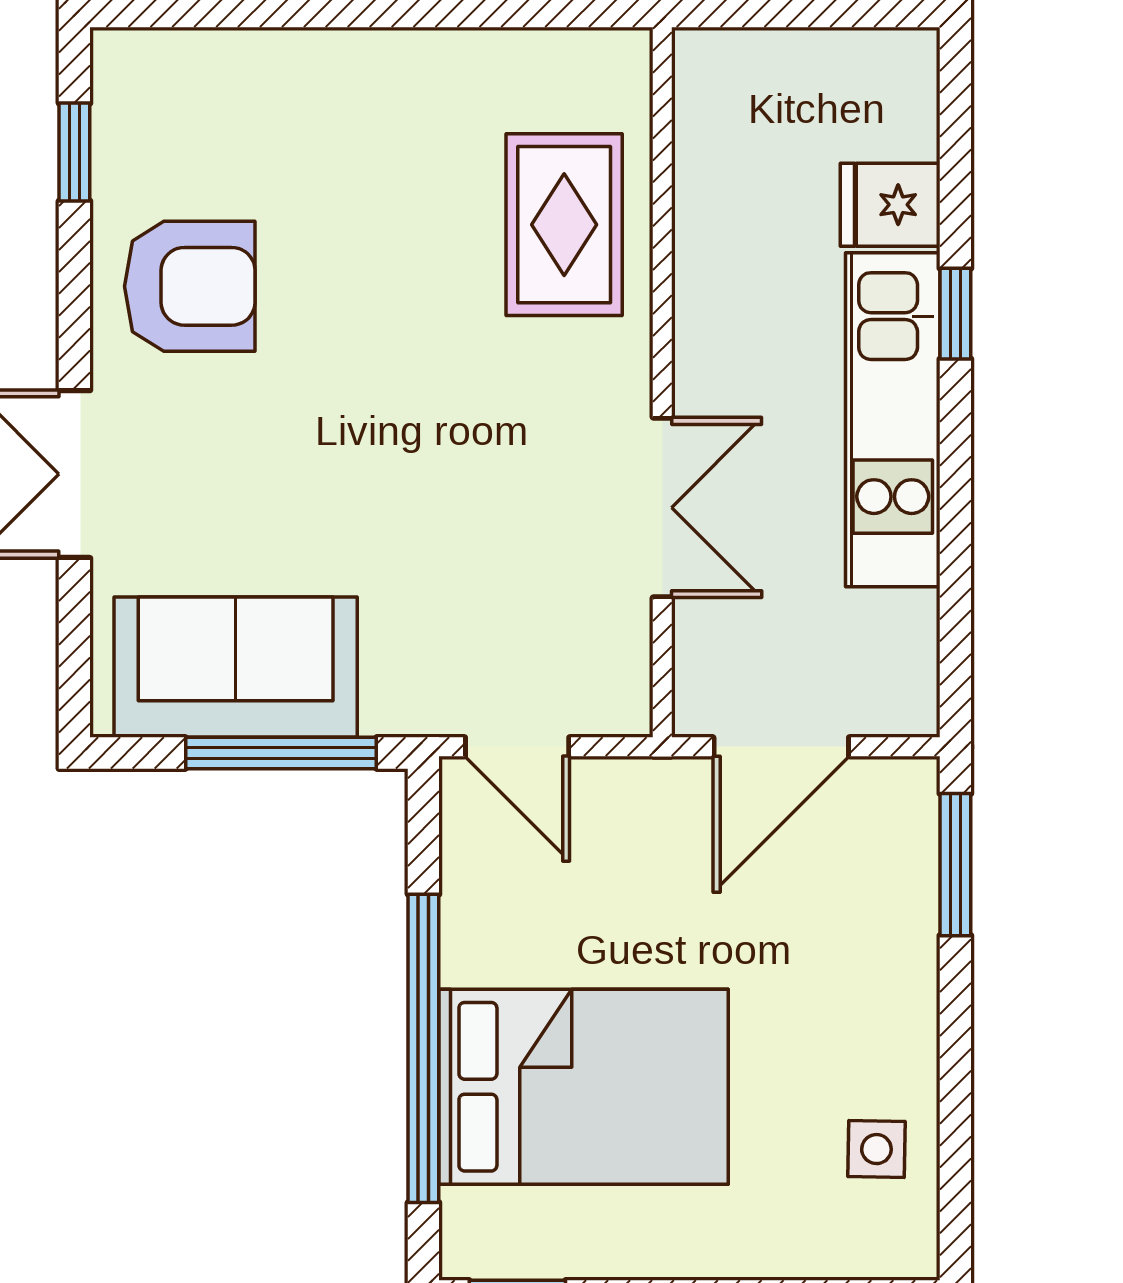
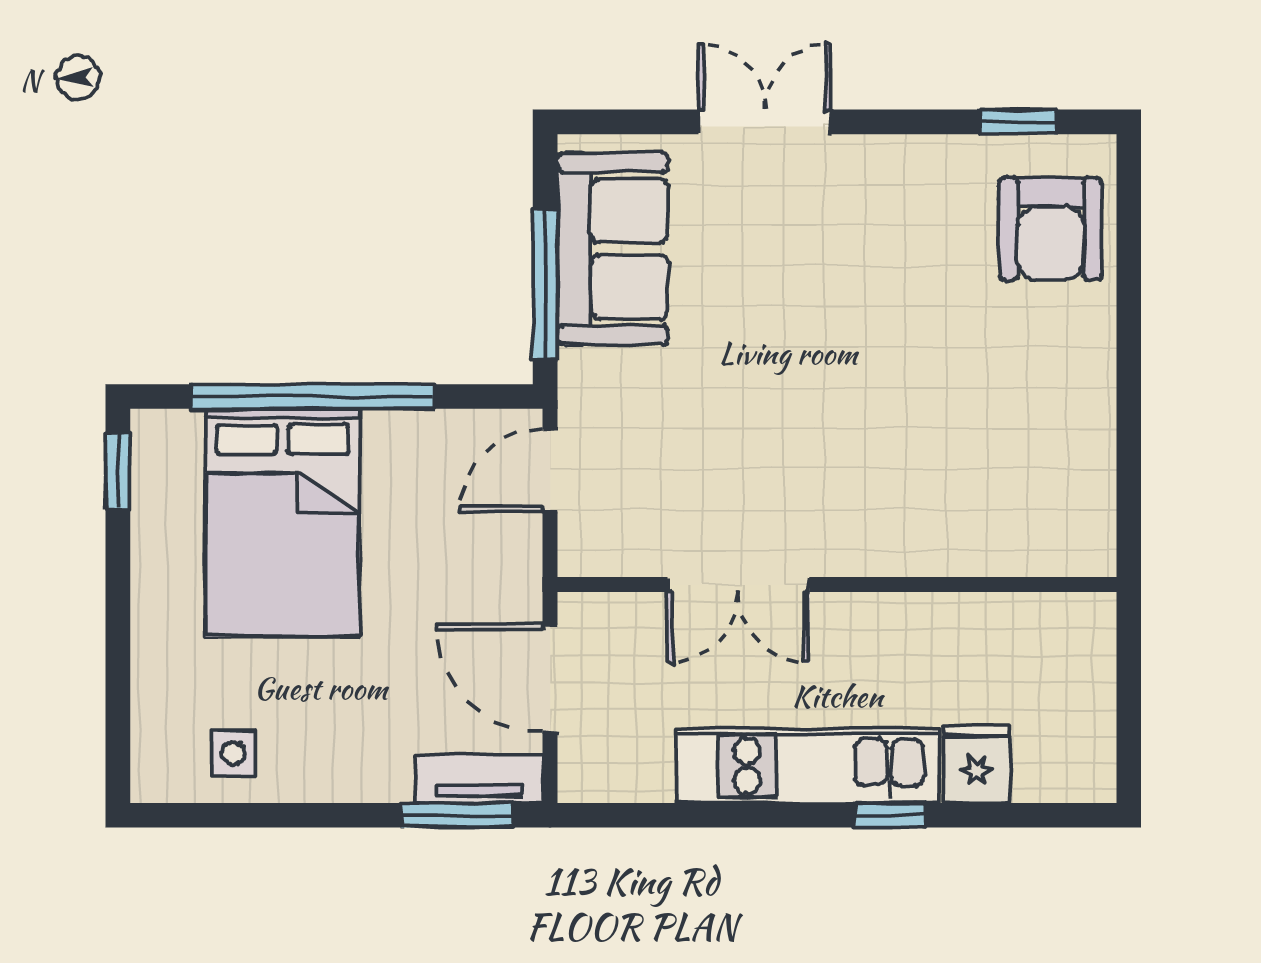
rug: (564, 225) -> (961, 507), removed
armchair: (190, 286) -> (1051, 229), moved
tv unit: (909, 837) -> (479, 779), added

